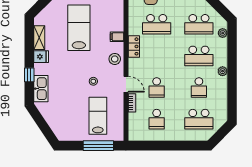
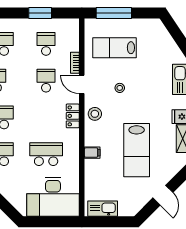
filing cabinet: (117, 37) -> (92, 153), moved
locker: (134, 46) -> (73, 116), moved
lab bench: (98, 116) -> (114, 48), turned 90
window: (162, 146) -> (40, 13), added

